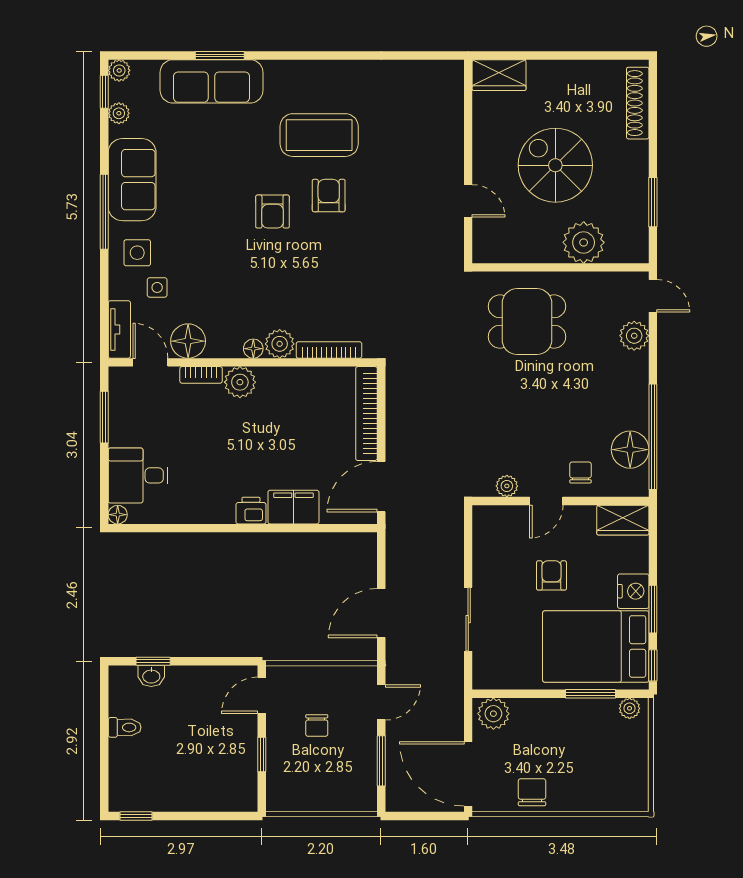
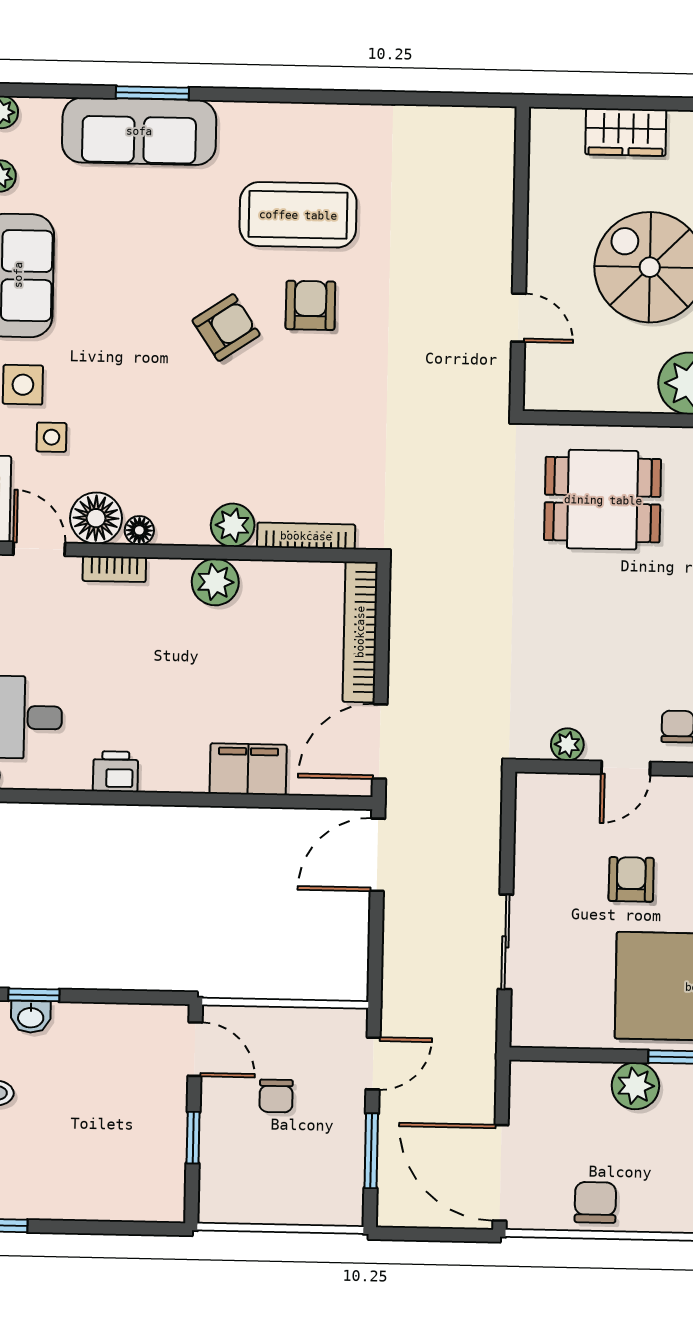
wardrobe: (499, 75) -> (626, 132), moved
armchair: (272, 212) -> (226, 327), turned -124
floor lamp: (253, 349) -> (139, 530), moved
plant: (240, 382) -> (215, 582), moved
printer: (251, 511) -> (115, 772), moved
door: (381, 613) -> (377, 855), moved
door: (262, 695) -> (195, 1049), swing flipped
plant: (493, 714) -> (635, 1086), moved

